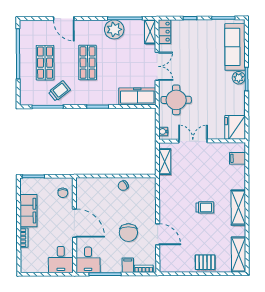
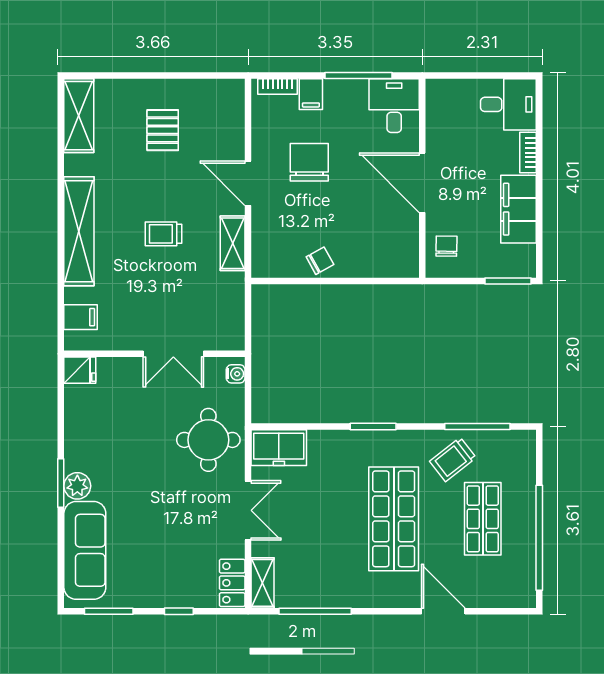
plant: (114, 29) -> (338, 588), removed
shop shelf: (88, 63) -> (394, 519), width x1.43, depth x1.36
double door: (157, 66) -> (248, 510), swing flipped
freezer: (137, 96) -> (279, 448), width x0.71
fridge: (235, 127) -> (80, 370), width x0.53, depth x0.75
shelving: (165, 162) -> (233, 243), moved
trolley: (205, 207) -> (163, 234), moved
shelving: (238, 208) -> (79, 231), width x1.47
door: (158, 234) -> (248, 183), moved
desk: (61, 260) -> (508, 104), moved, turned 90
pallet: (205, 262) -> (163, 130), moved, turned 90

